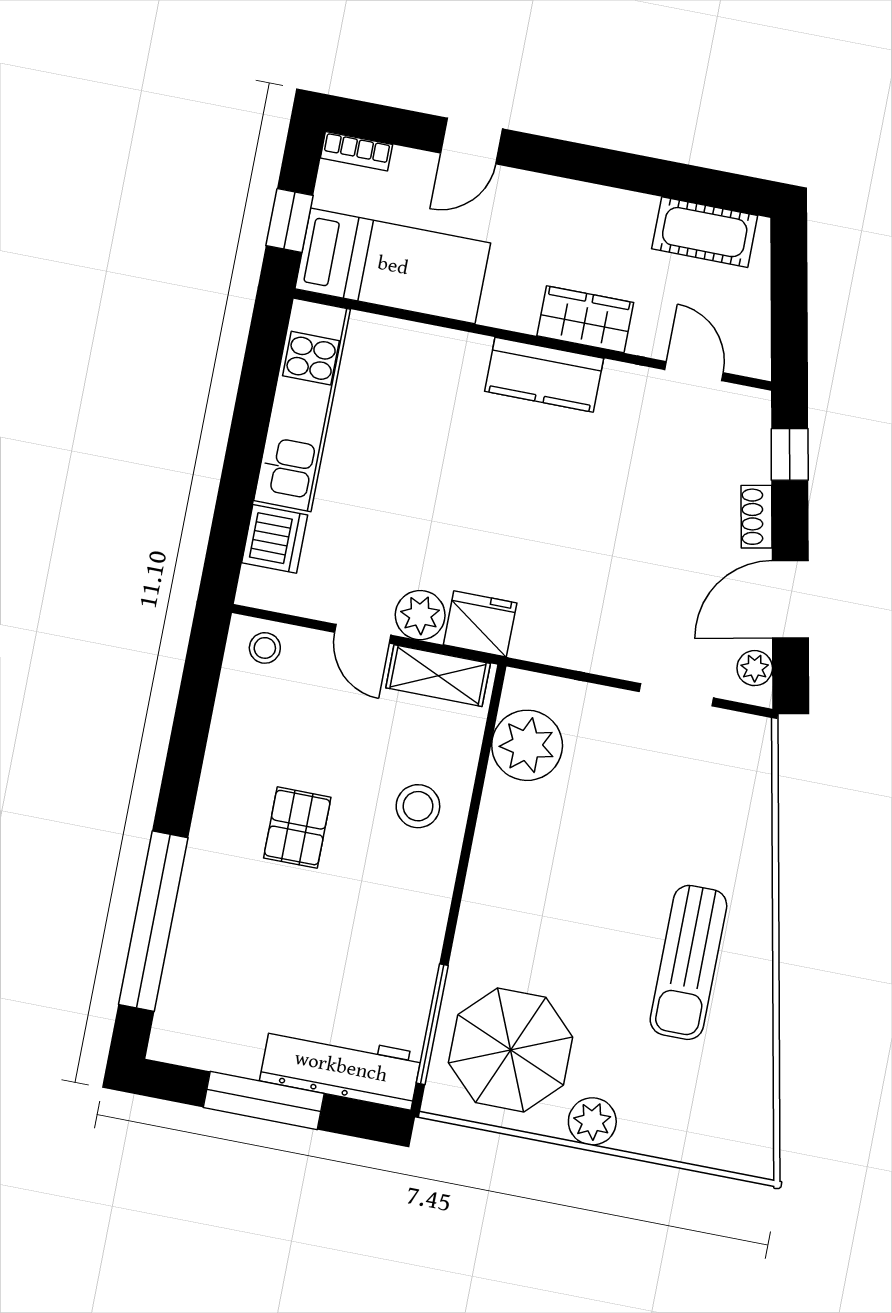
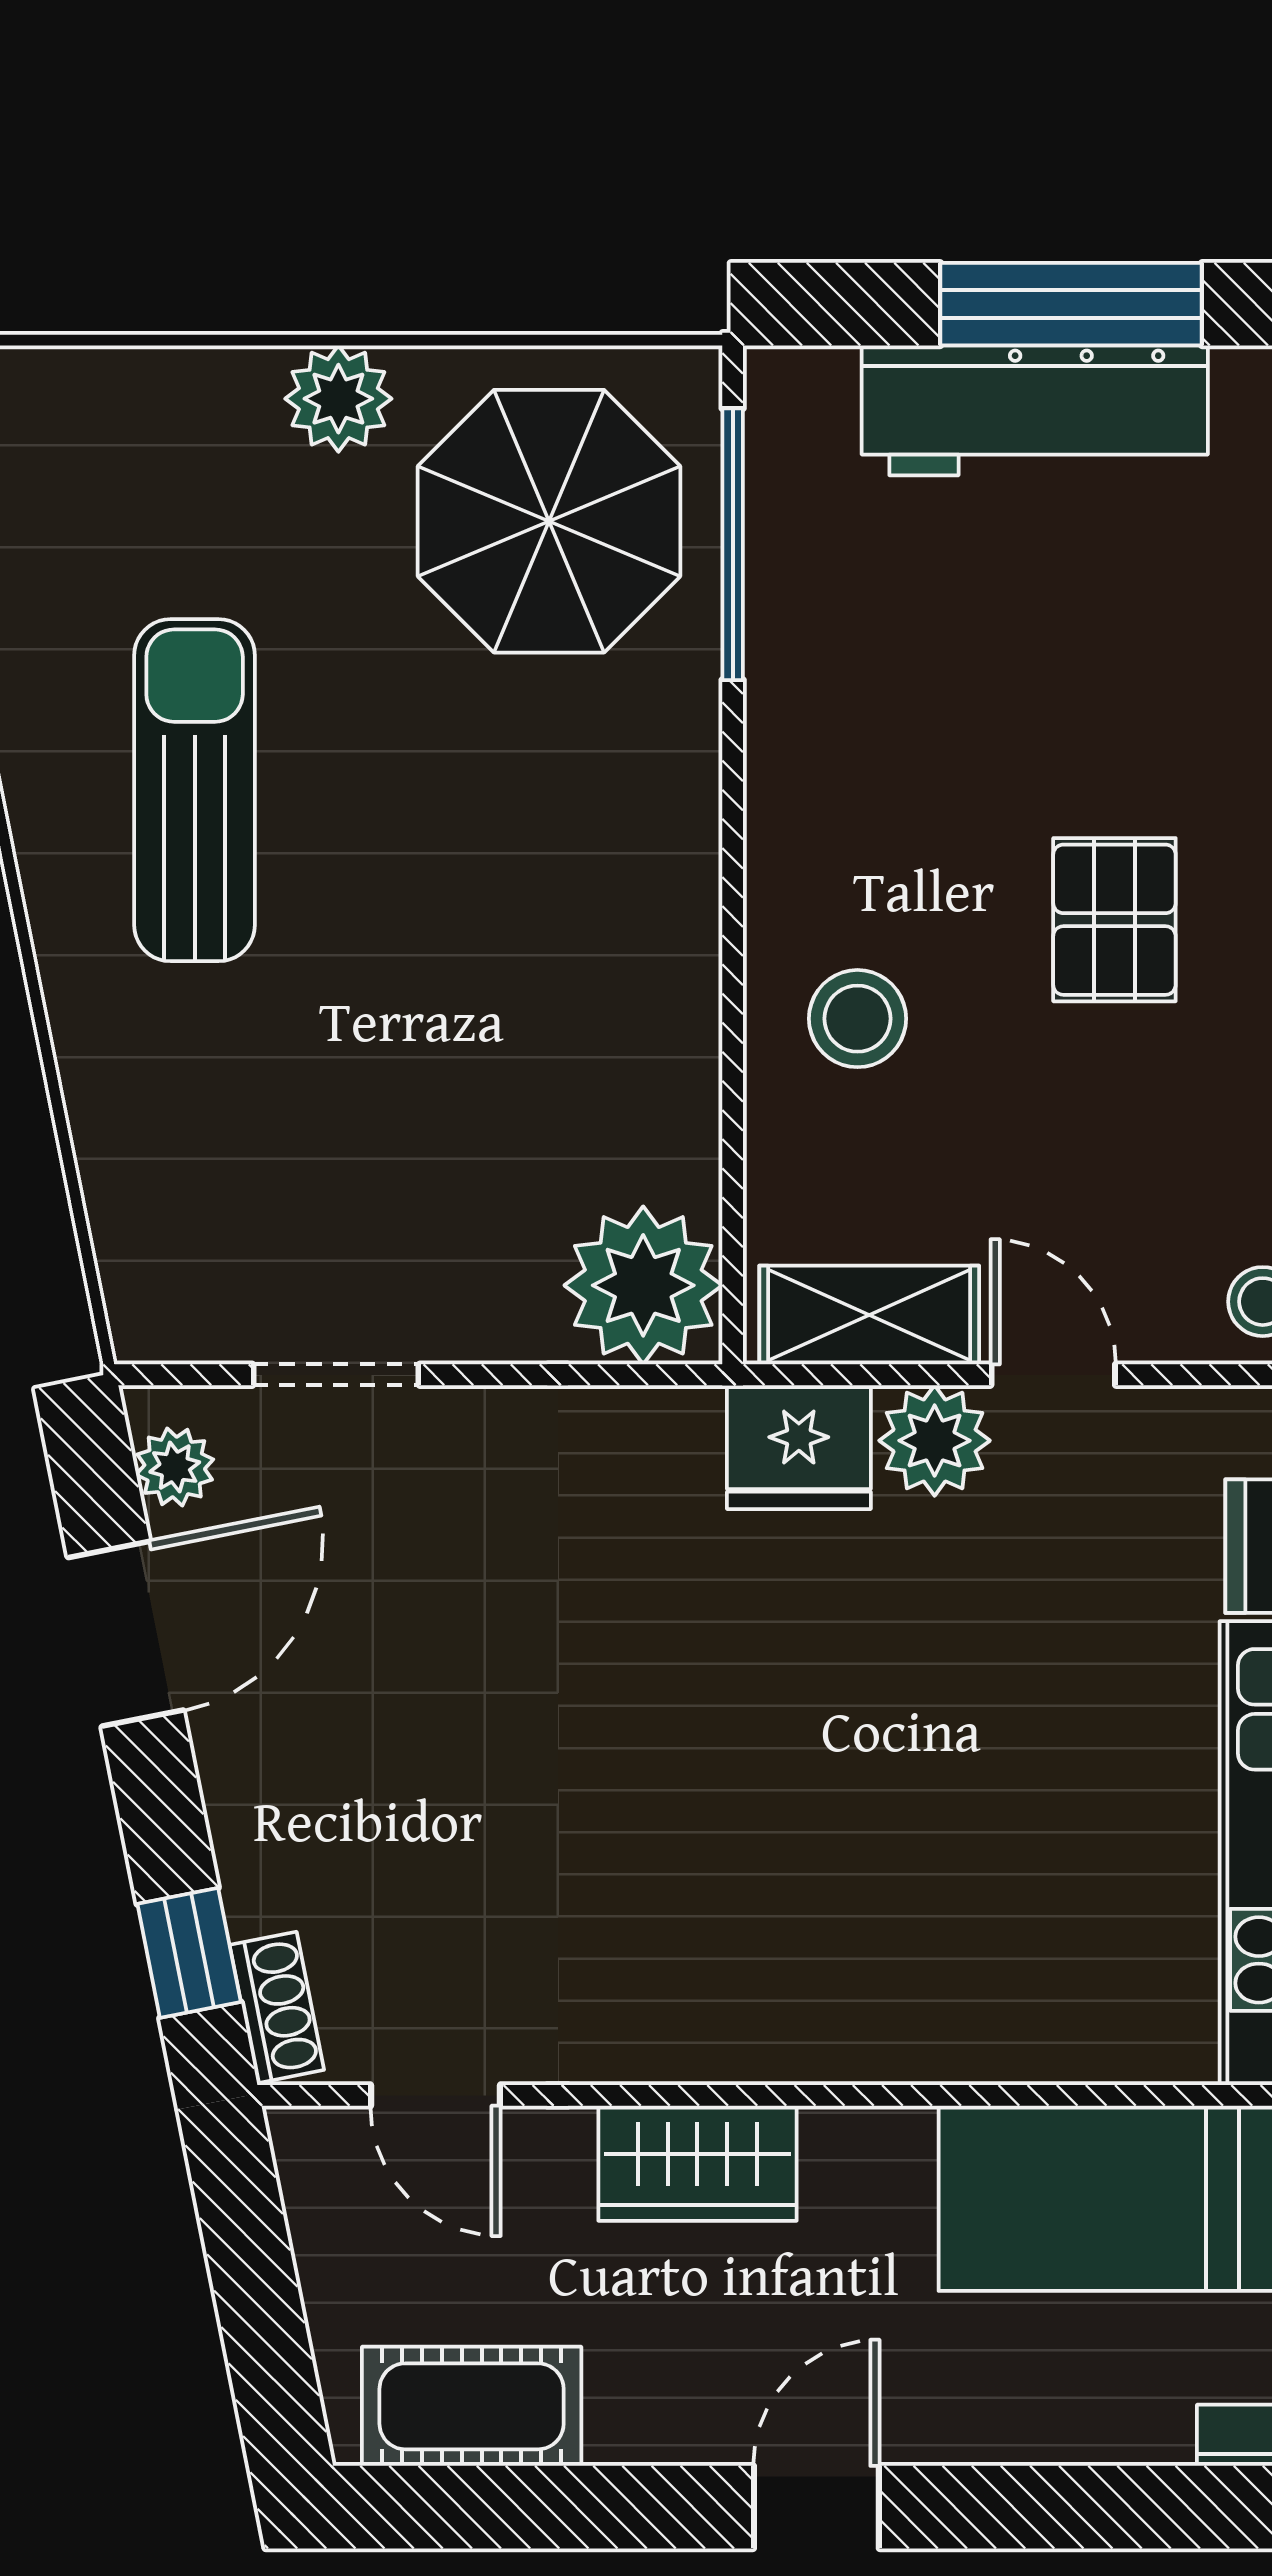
door: (472, 141) -> (816, 2507), moved
kitchen counter: (544, 375) -> (764, 2023), removed
shoe rack: (756, 517) -> (277, 2007), moved
plant: (527, 745) -> (643, 1285), moved
workbench: (341, 1067) -> (1035, 410), moved

